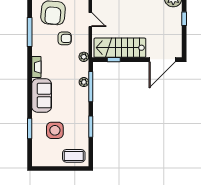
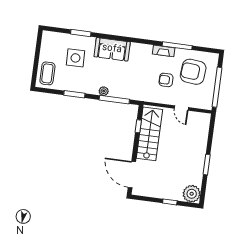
door: (90, 20) -> (181, 108), hinge flipped
armchair: (65, 38) -> (166, 80), turned 90
plant: (84, 57) -> (145, 97), removed
fireplace: (36, 67) -> (164, 51), moved
plant: (84, 82) -> (104, 91), moved

